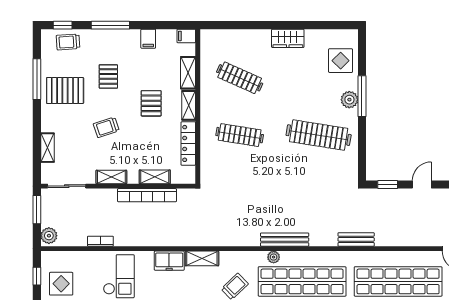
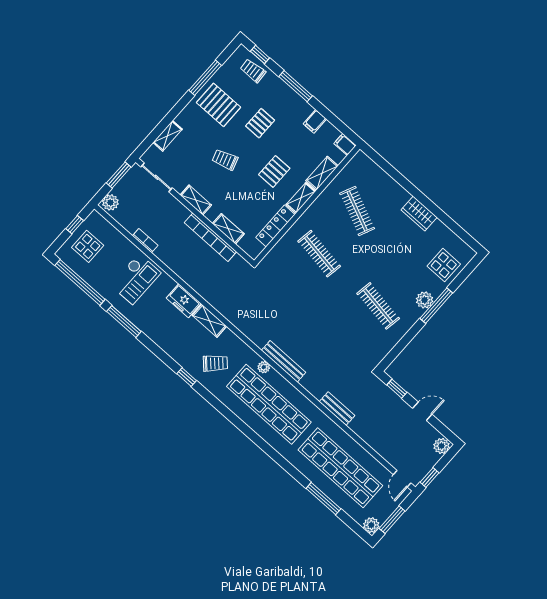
clothes rail: (319, 135) -> (378, 306), width x0.73, depth x0.76

